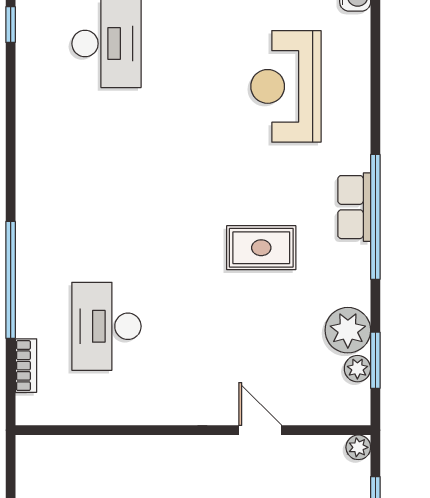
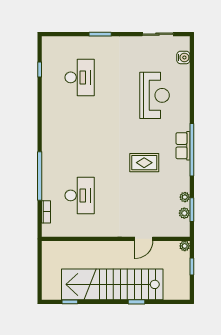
reception desk: (286, 86) -> (154, 95), turned 180
desk: (106, 326) -> (80, 195), turned 180
plant: (348, 330) -> (185, 197), width x0.53, depth x0.53
door: (260, 430) -> (144, 239), swing flipped

